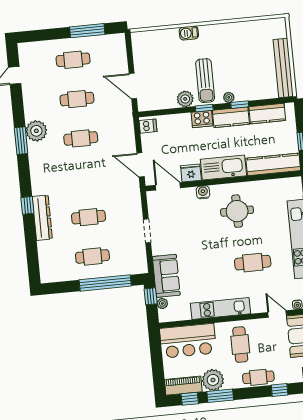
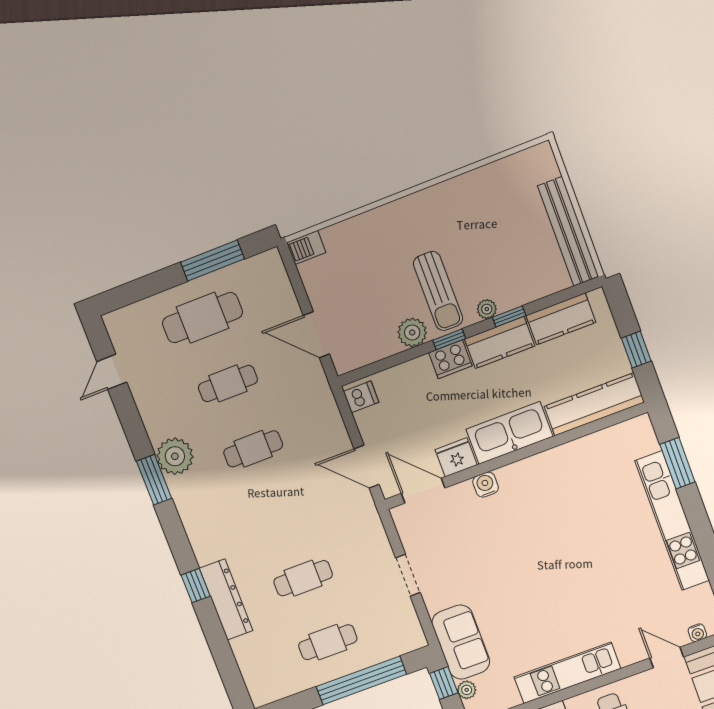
barbecue: (189, 33) -> (306, 247), moved
cafe table: (73, 60) -> (202, 318), width x1.37, depth x1.35
round table: (237, 211) -> (552, 501), removed
cafe table: (253, 263) -> (602, 582), removed

